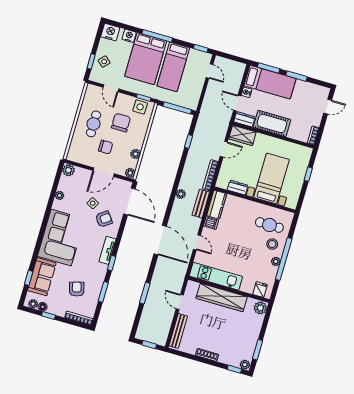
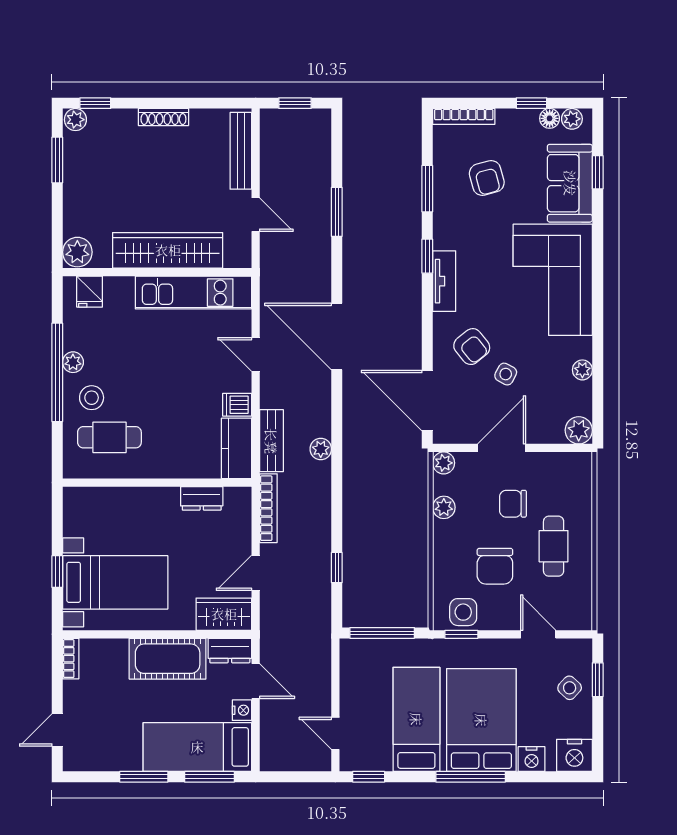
bed with nightstands: (272, 179) -> (115, 582), moved, turned -90
armchair: (104, 219) -> (472, 347), turned -93

